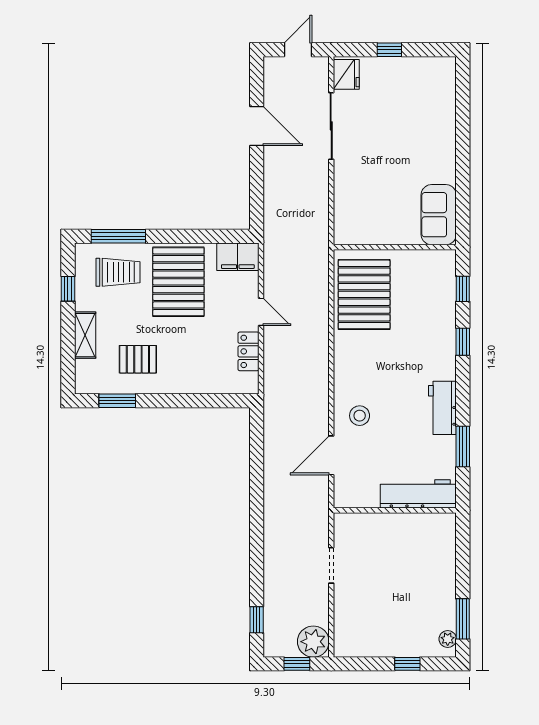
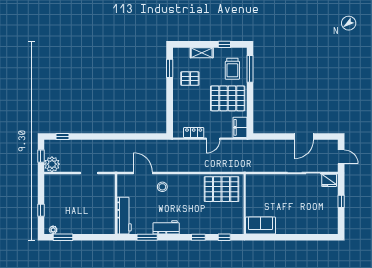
pallet: (138, 359) -> (190, 79), turned 90

